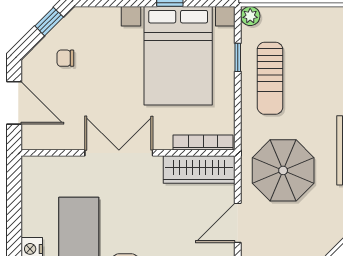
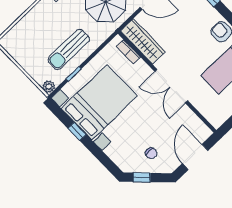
sun lounger: (270, 78) -> (69, 50), turned 180
bookcase: (203, 142) -> (129, 52), width x0.64

